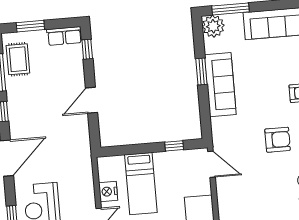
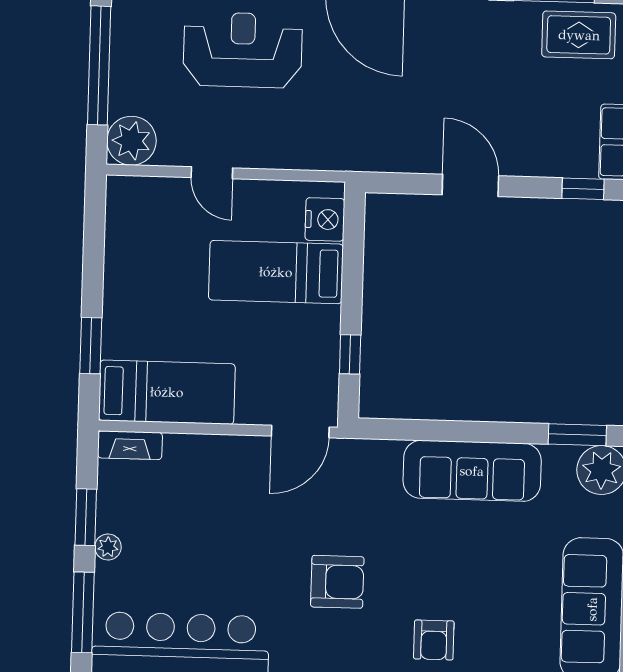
window: (201, 71) -> (577, 435), moved
armchair: (278, 140) -> (337, 582), turned -90
nightstand: (108, 191) -> (325, 219), moved, turned 90

